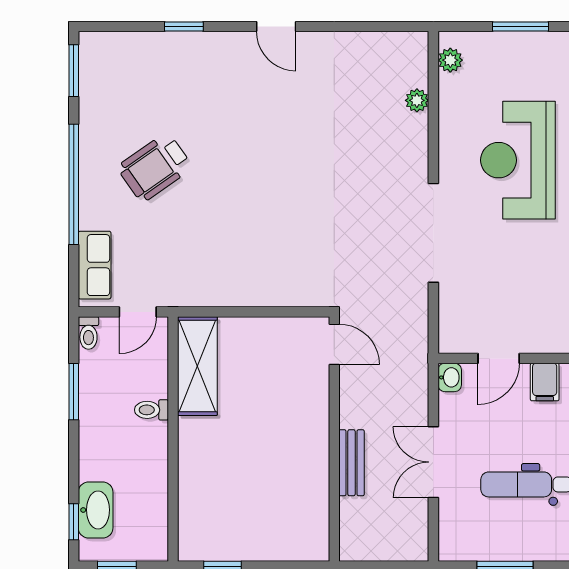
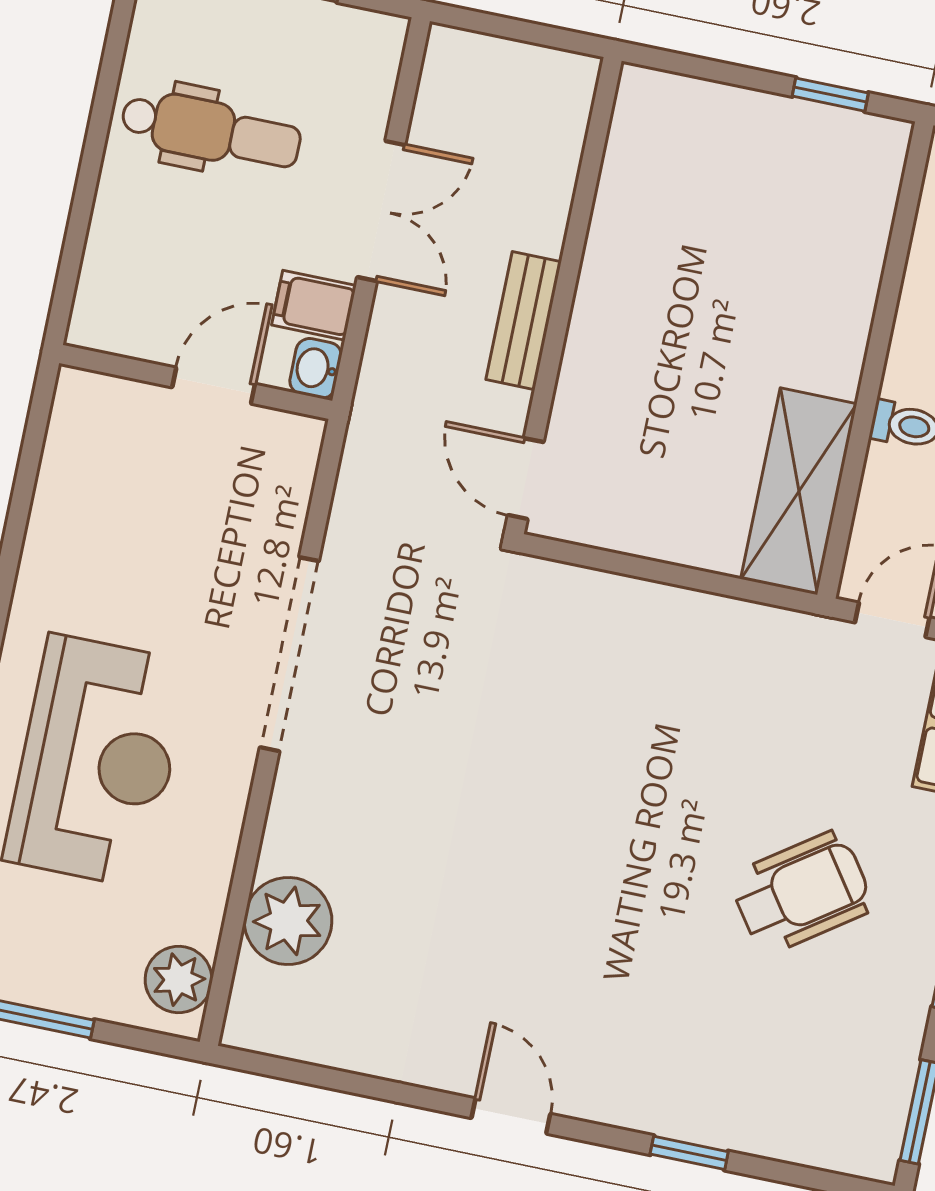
plant: (450, 60) -> (179, 980), width x1.38, depth x1.38
plant: (417, 100) -> (288, 921), width x1.88, depth x1.88
filing cabinet: (545, 382) -> (314, 305), moved, turned -90
bench: (351, 463) -> (524, 321), moved

